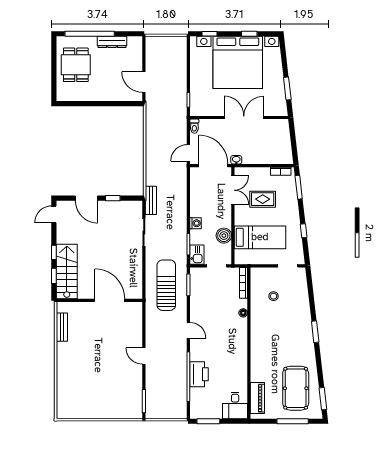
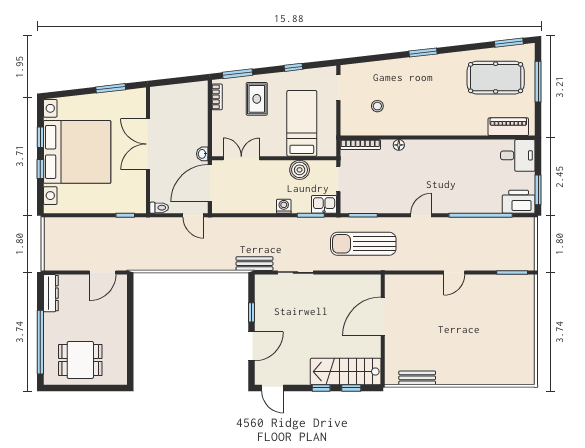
window: (210, 34) -> (40, 169), moved
dresser: (112, 42) -> (51, 293), moved
rug: (263, 199) -> (257, 99), moved
printer: (199, 374) -> (519, 202), moved

